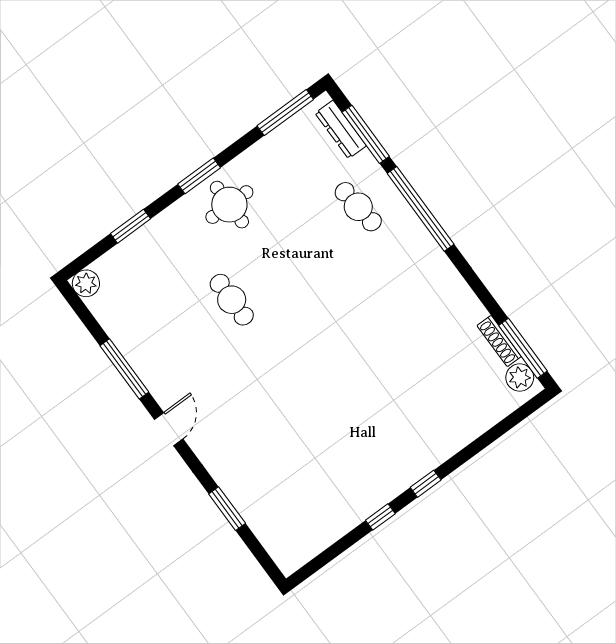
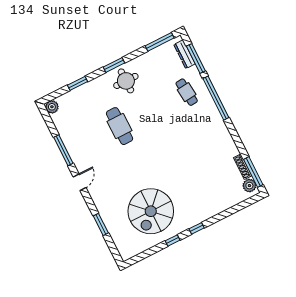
cafe table: (232, 300) -> (120, 126), width x1.37, depth x1.35
spiral stairs: (325, 464) -> (151, 211), added

